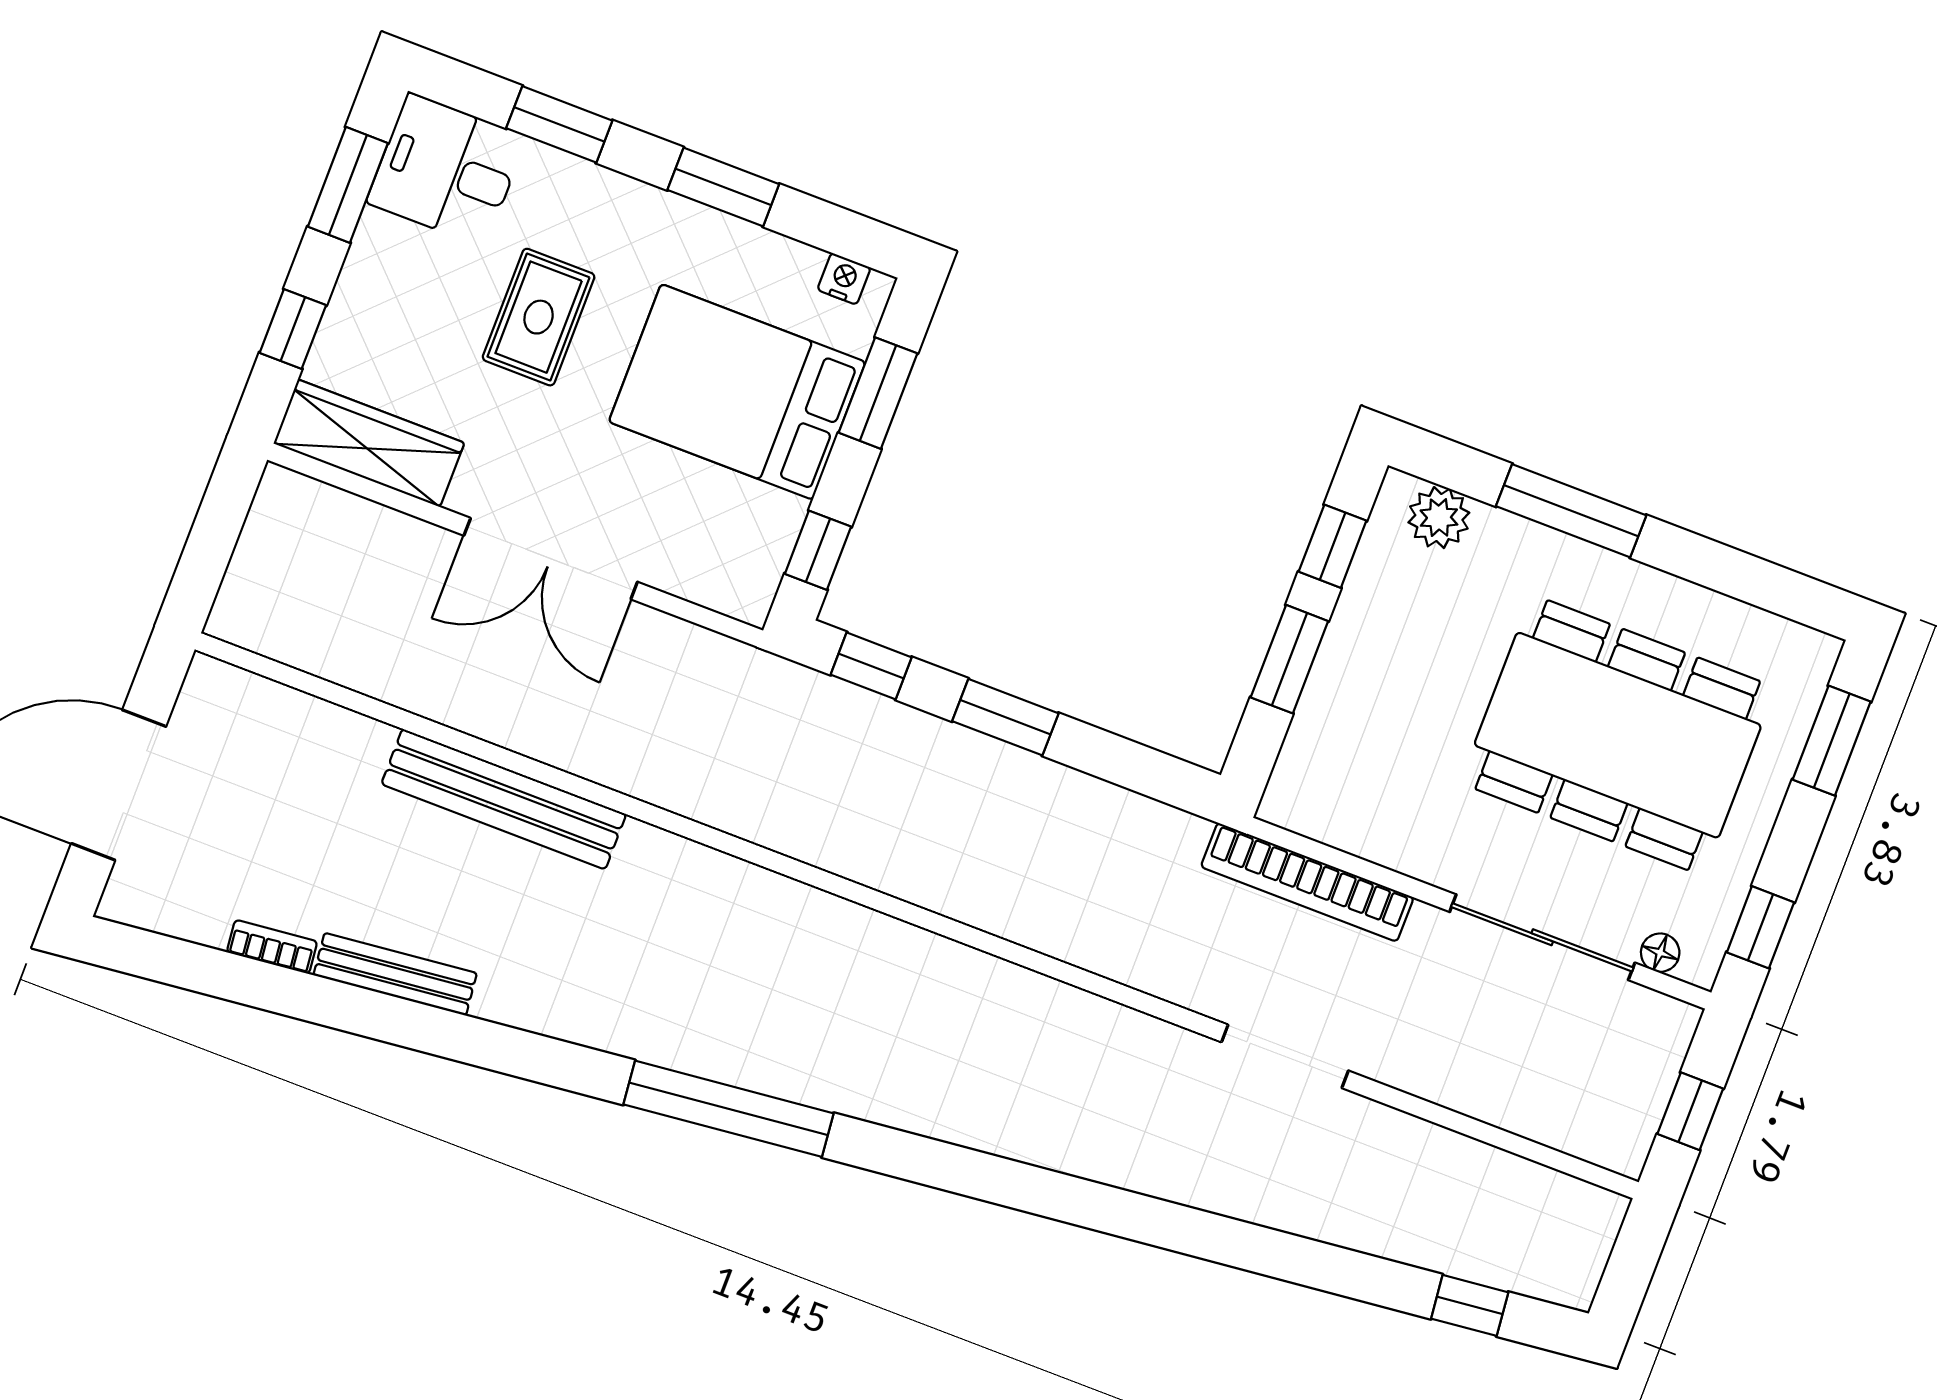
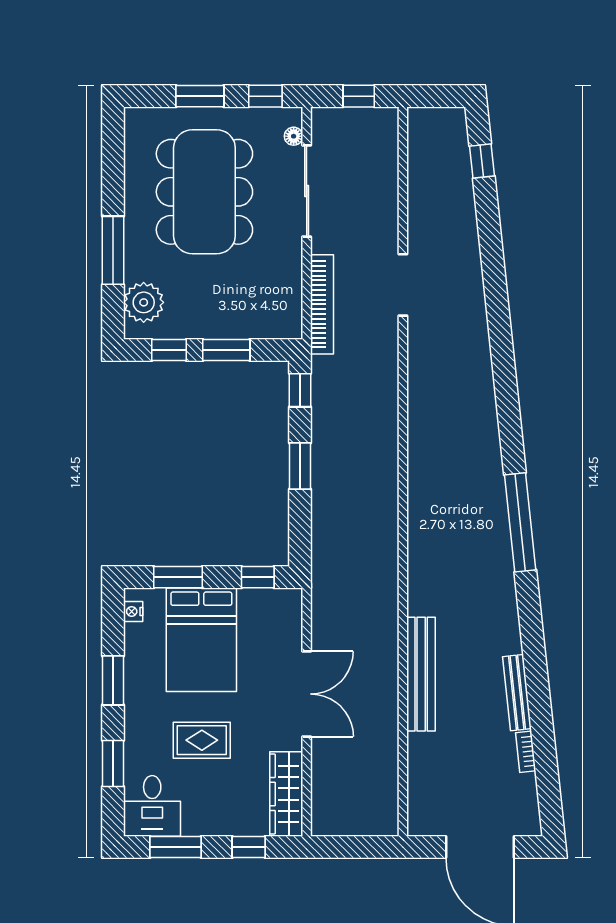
plant: (1439, 518) -> (144, 302), width x1.36, depth x1.36
window: (871, 666) -> (300, 390), moved
window: (1832, 741) -> (200, 96), moved

